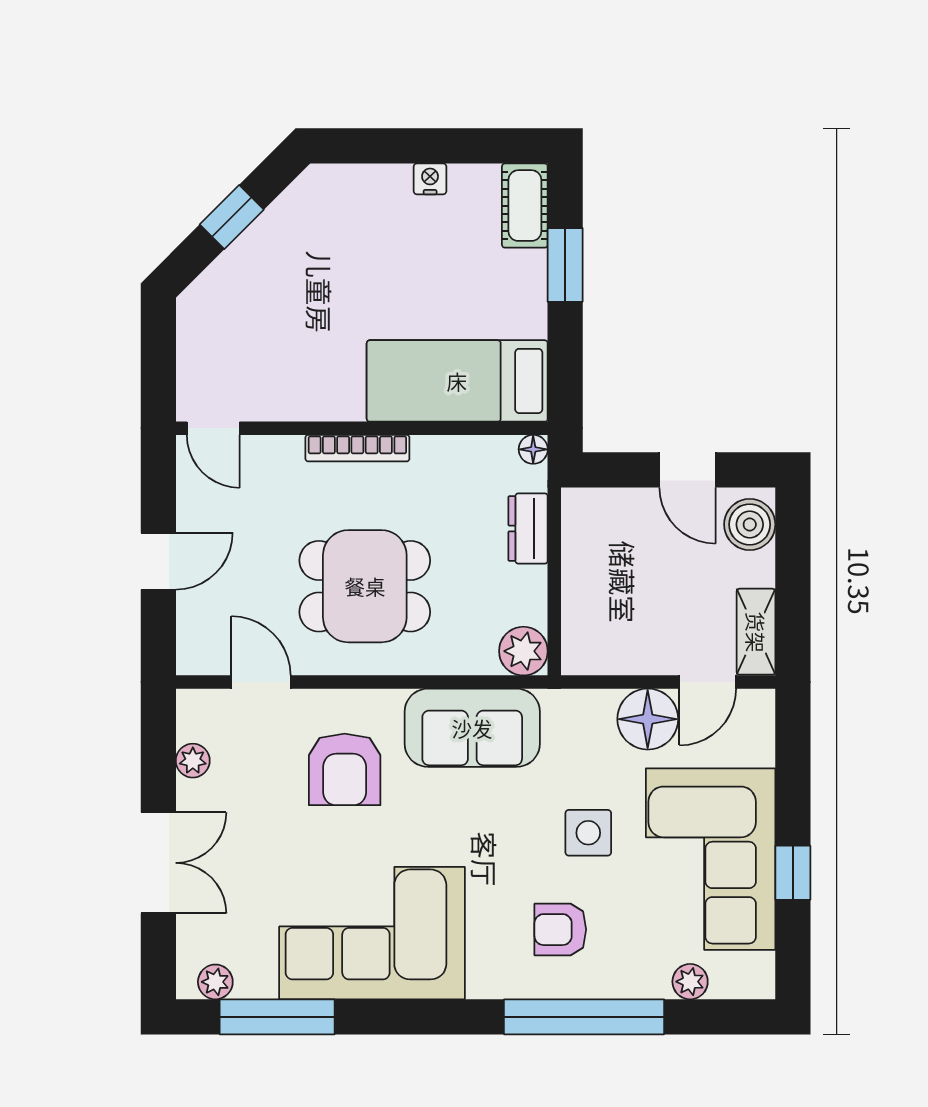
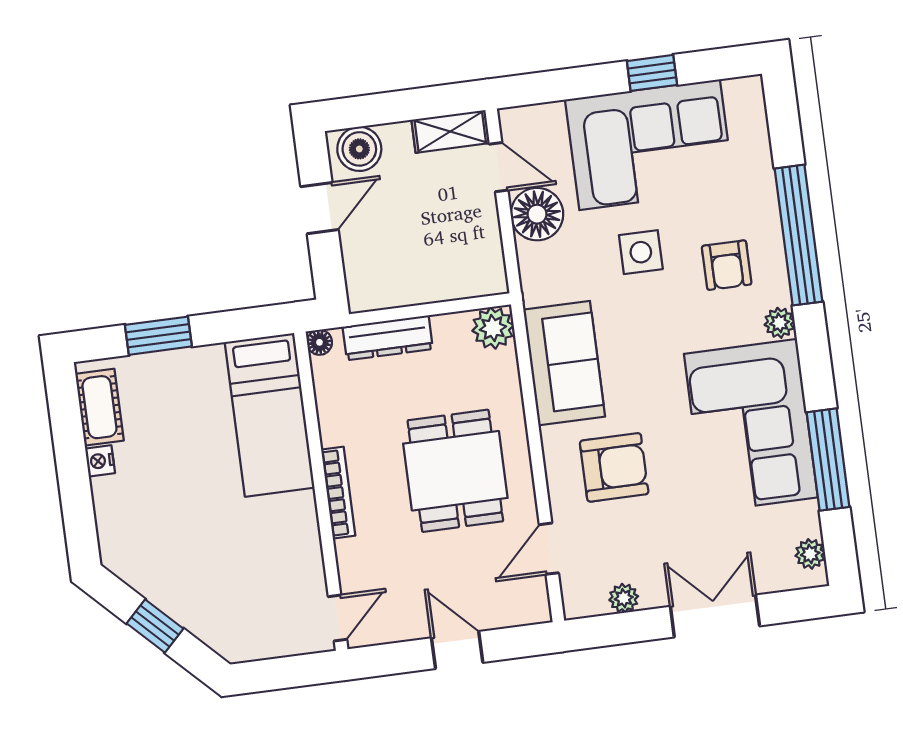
cot: (525, 206) -> (99, 407), moved, turned 90
dresser: (528, 528) -> (388, 338), width x1.44
plant: (690, 982) -> (779, 323), moved
window: (277, 1017) -> (828, 460), moved

